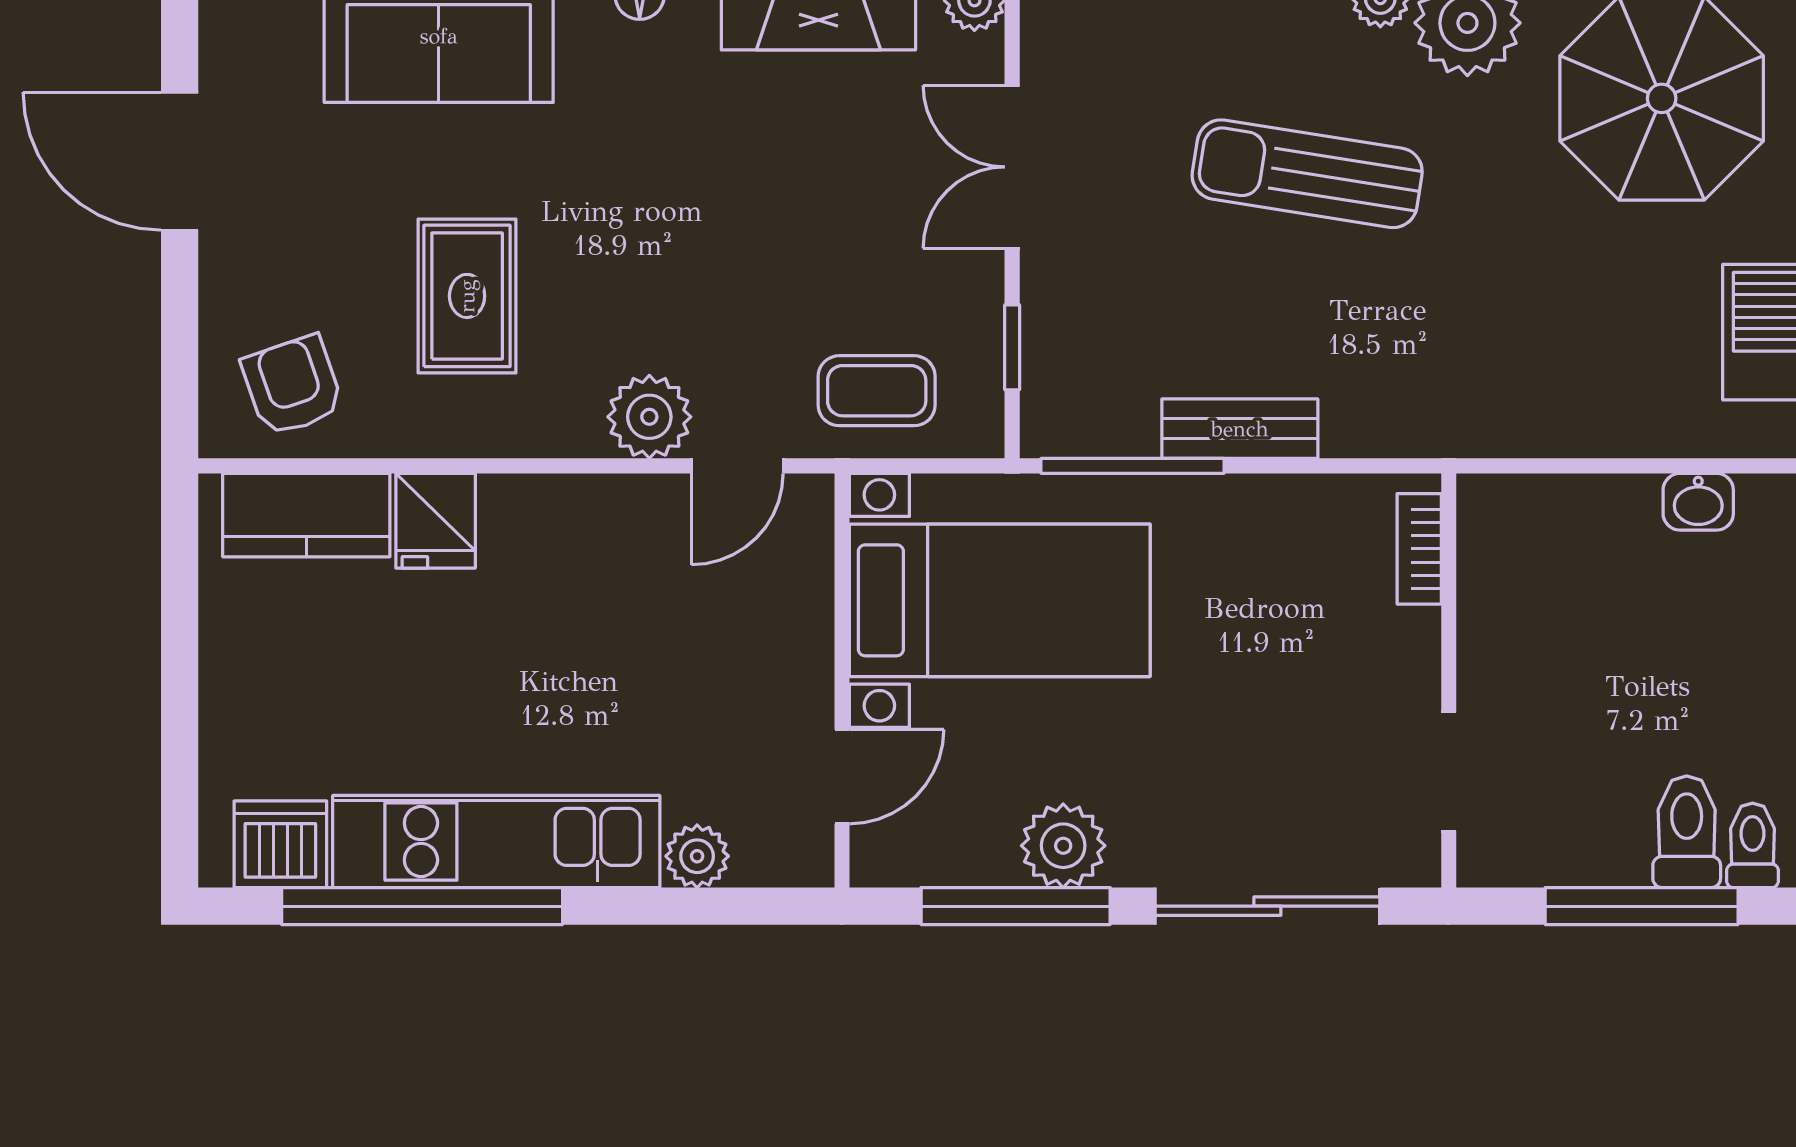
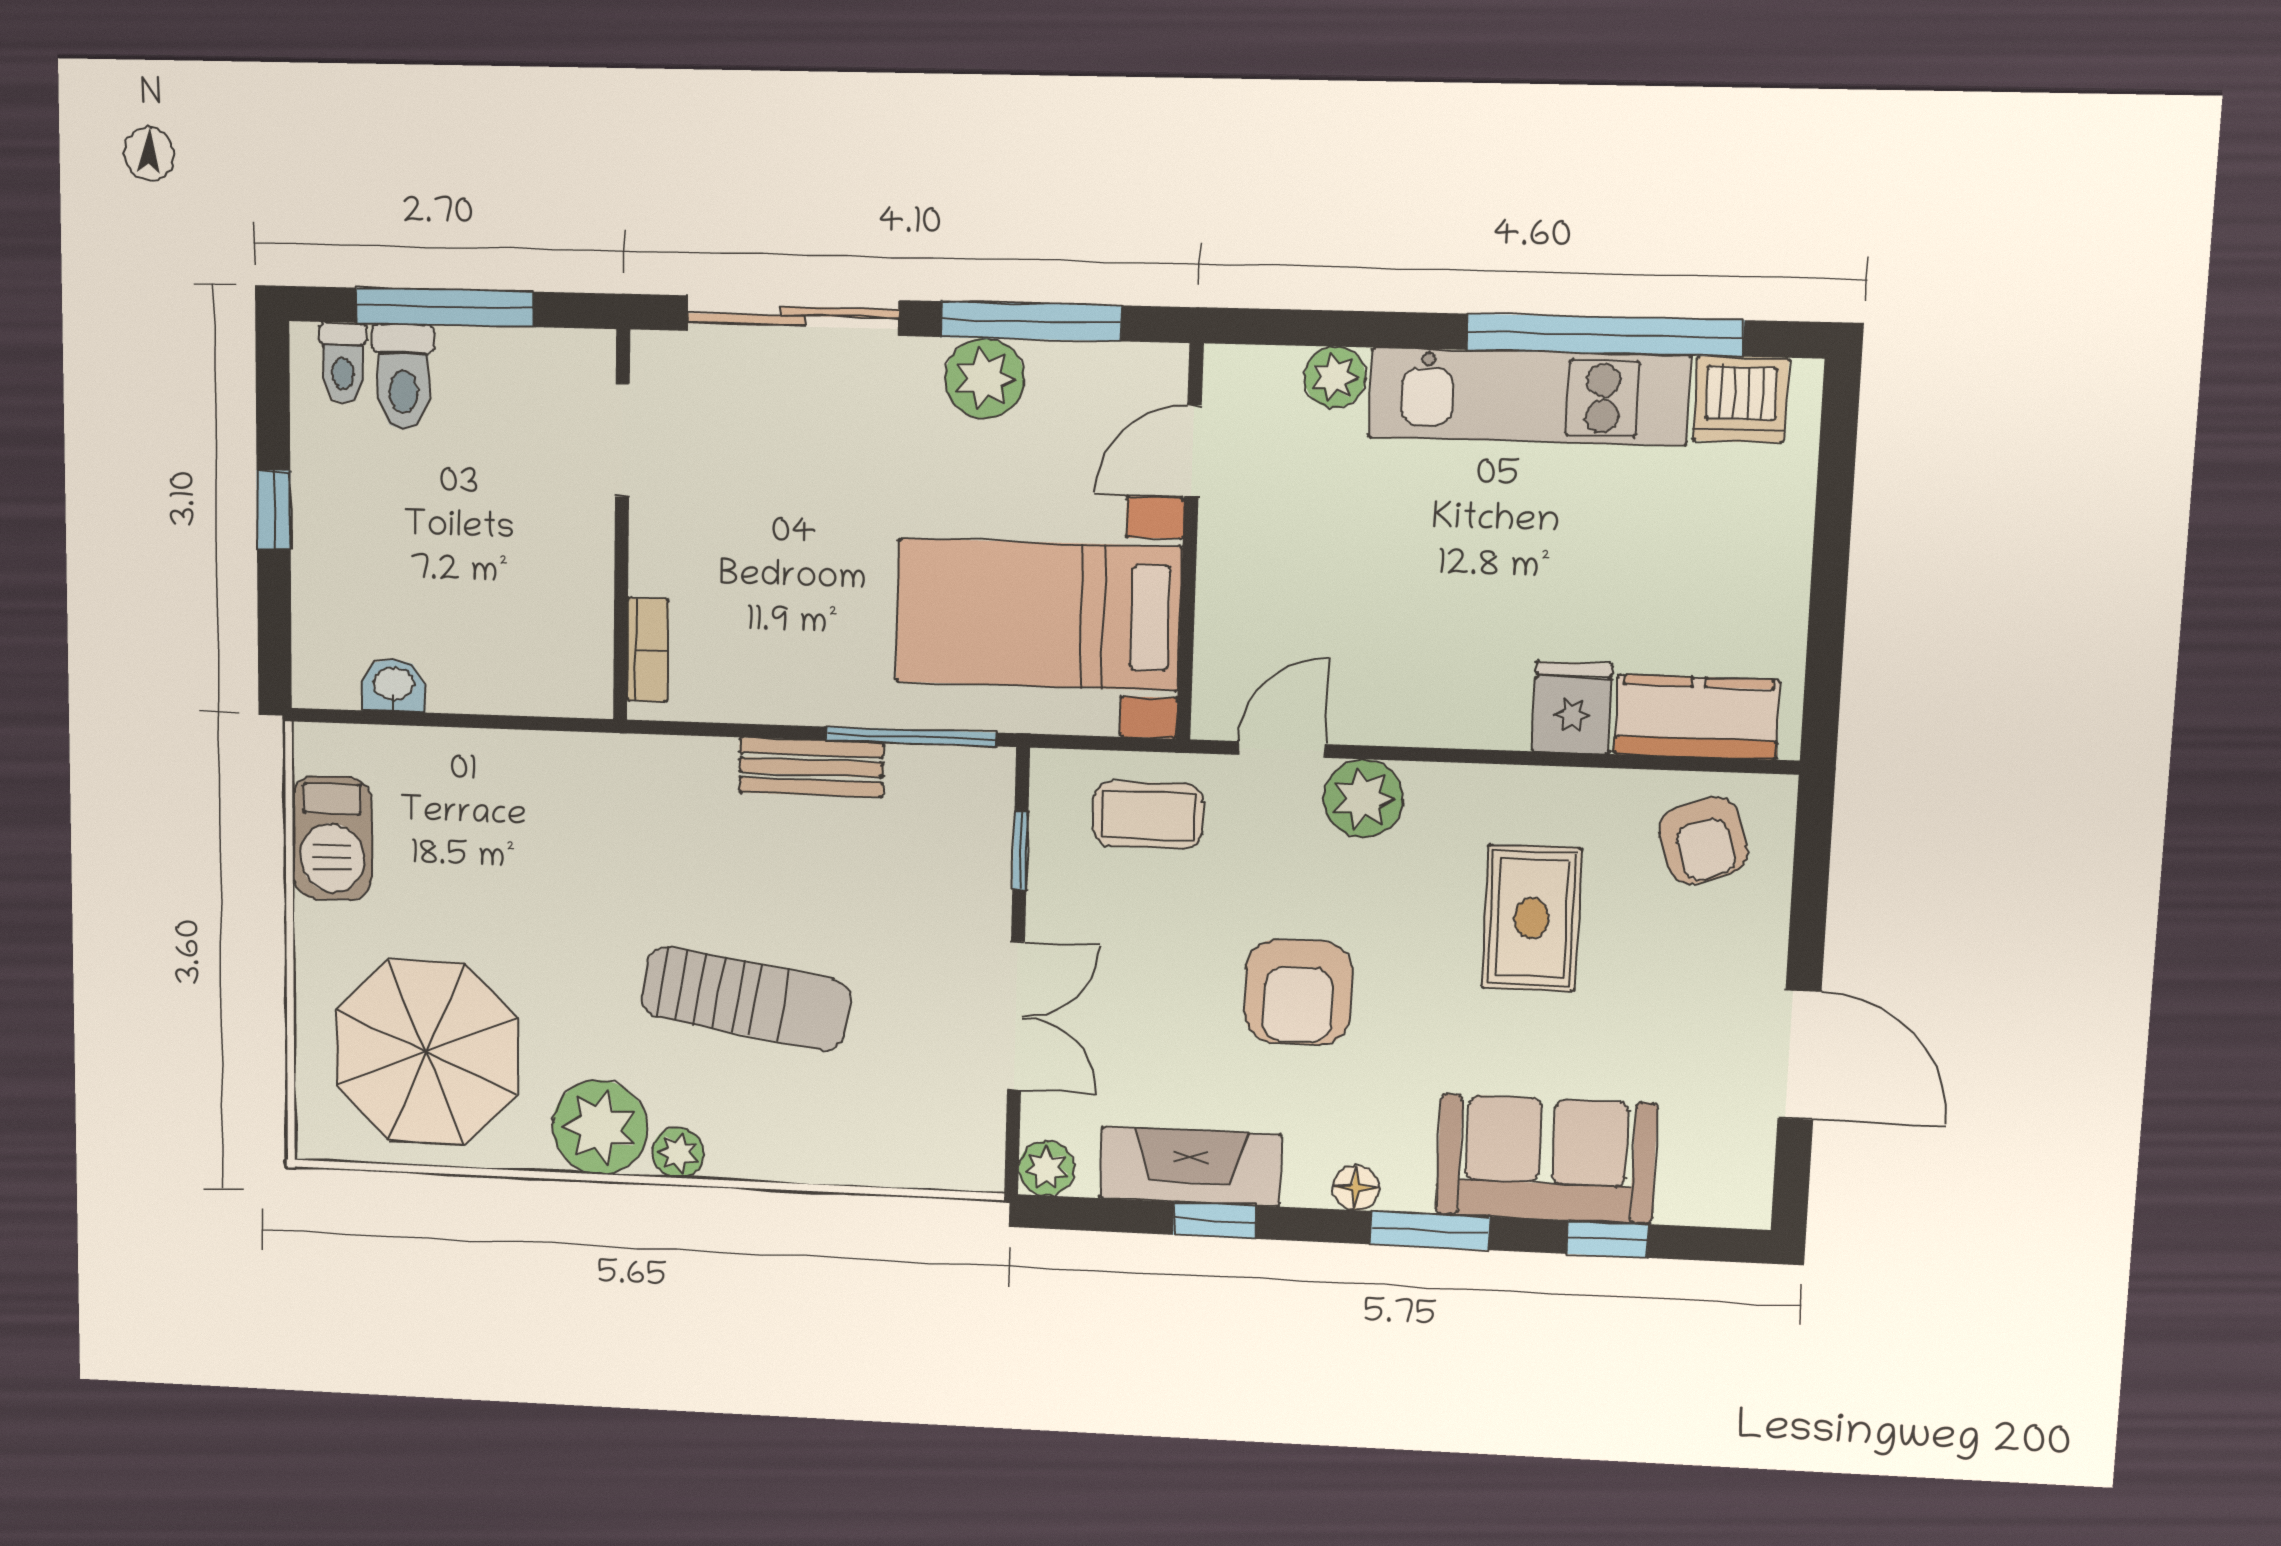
armchair: (710, 206) -> (1298, 992), added

